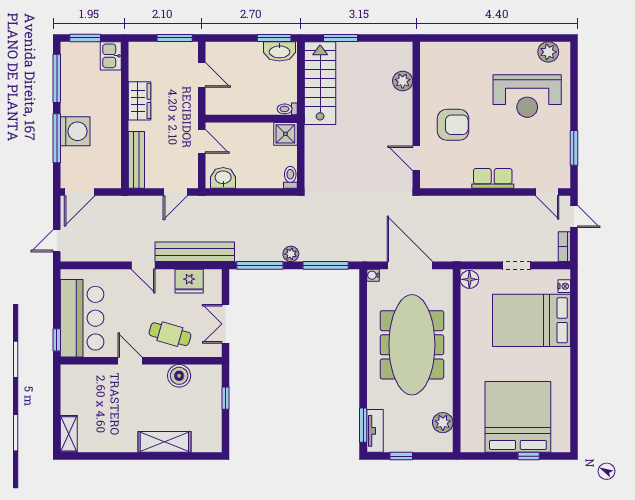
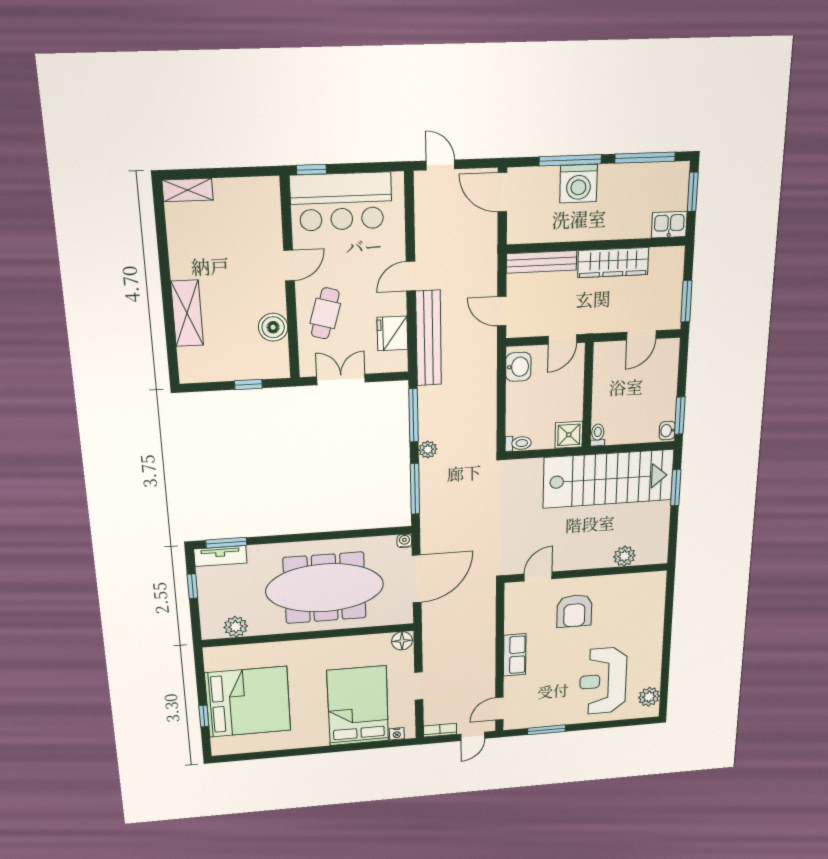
washbasin: (280, 51) -> (667, 431), width x0.52, depth x0.69
stairs: (320, 83) -> (608, 479), width x1.36, depth x1.51
wardrobe: (140, 101) -> (613, 263), width x1.50

